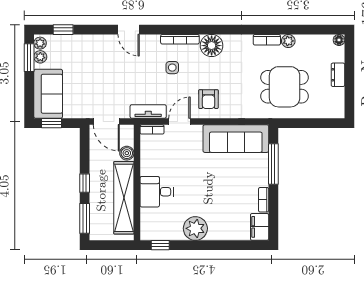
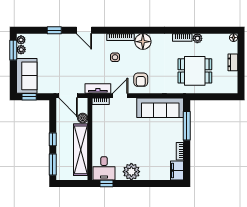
window: (63, 30) -> (54, 30), moved
desk: (157, 192) -> (104, 168), moved, turned -90

